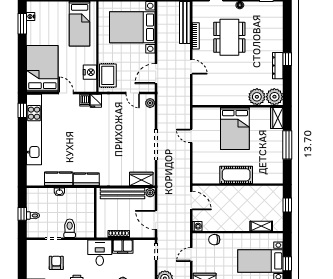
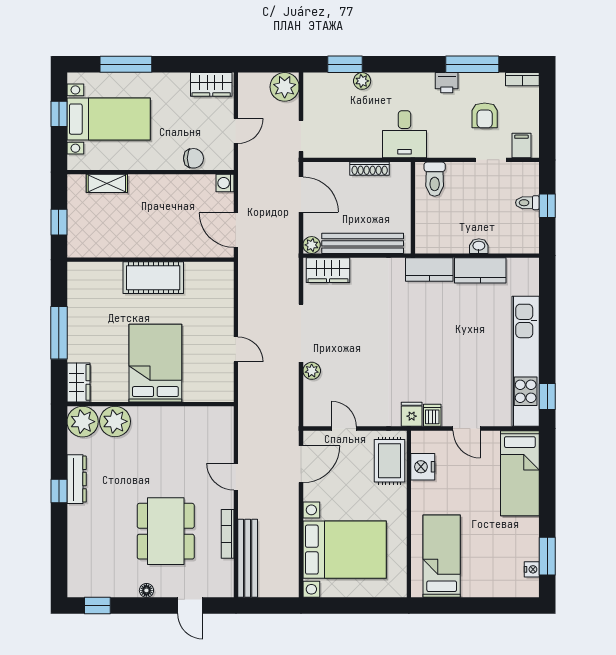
bed: (42, 69) -> (520, 473), width x0.67
plant: (150, 103) -> (312, 371), moved
toilet: (70, 228) -> (435, 179), moved
filing cabinet: (123, 247) -> (521, 145), moved, width x0.50

